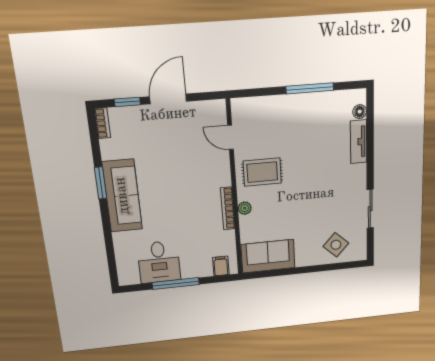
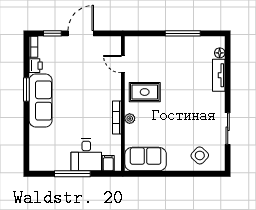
printer: (109, 149) -> (36, 66), added
desk: (159, 262) -> (86, 155), moved

